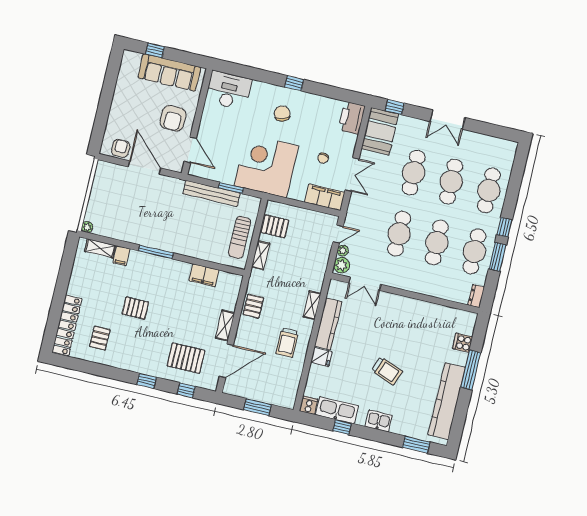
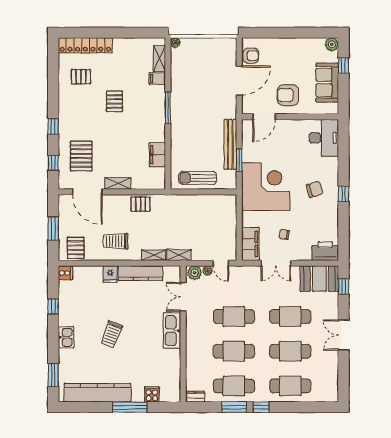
plant: (129, 58) -> (332, 44), added
sofa: (169, 72) -> (327, 82), width x0.73
pallet: (275, 226) -> (76, 248), moved
shelving: (261, 255) -> (179, 255), moved
kitchen sink: (337, 410) -> (172, 331), moved, turned 180

